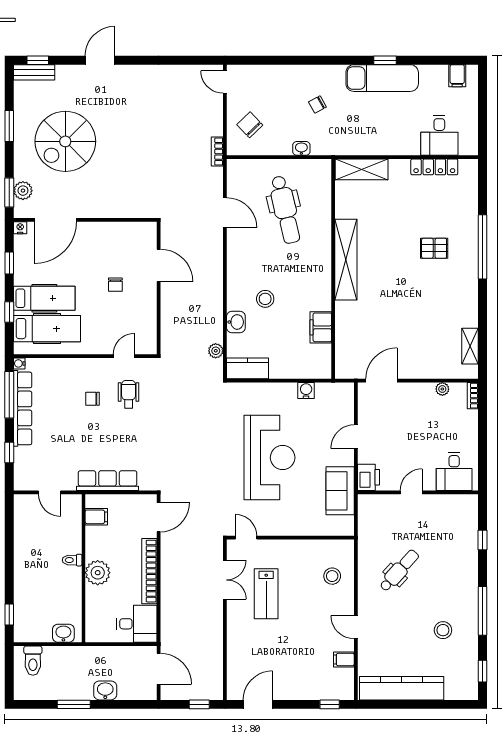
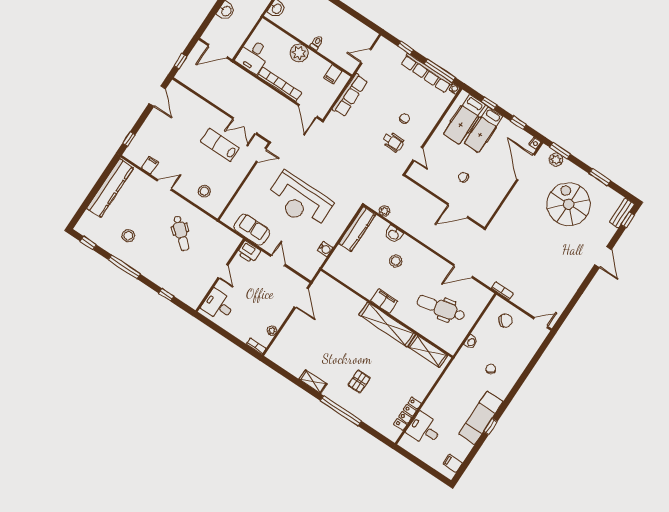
shelving: (362, 169) -> (428, 351), moved, turned 90
filing cabinet: (321, 327) -> (384, 301), moved
shelving: (470, 346) -> (313, 382), moved
kitchen counter: (248, 368) -> (357, 229), width x1.50

